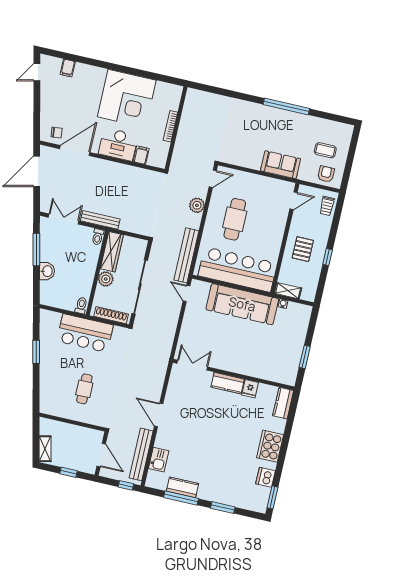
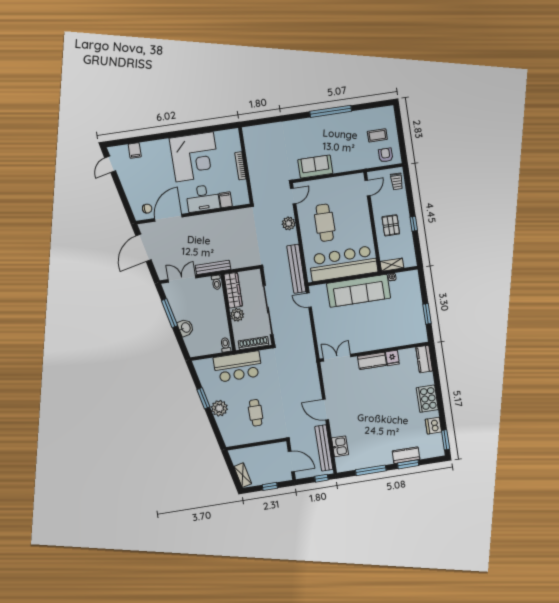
sofa: (281, 165) -> (315, 167), moved
plant: (49, 369) -> (219, 408), added
kitchen counter: (183, 487) -> (406, 455), moved

